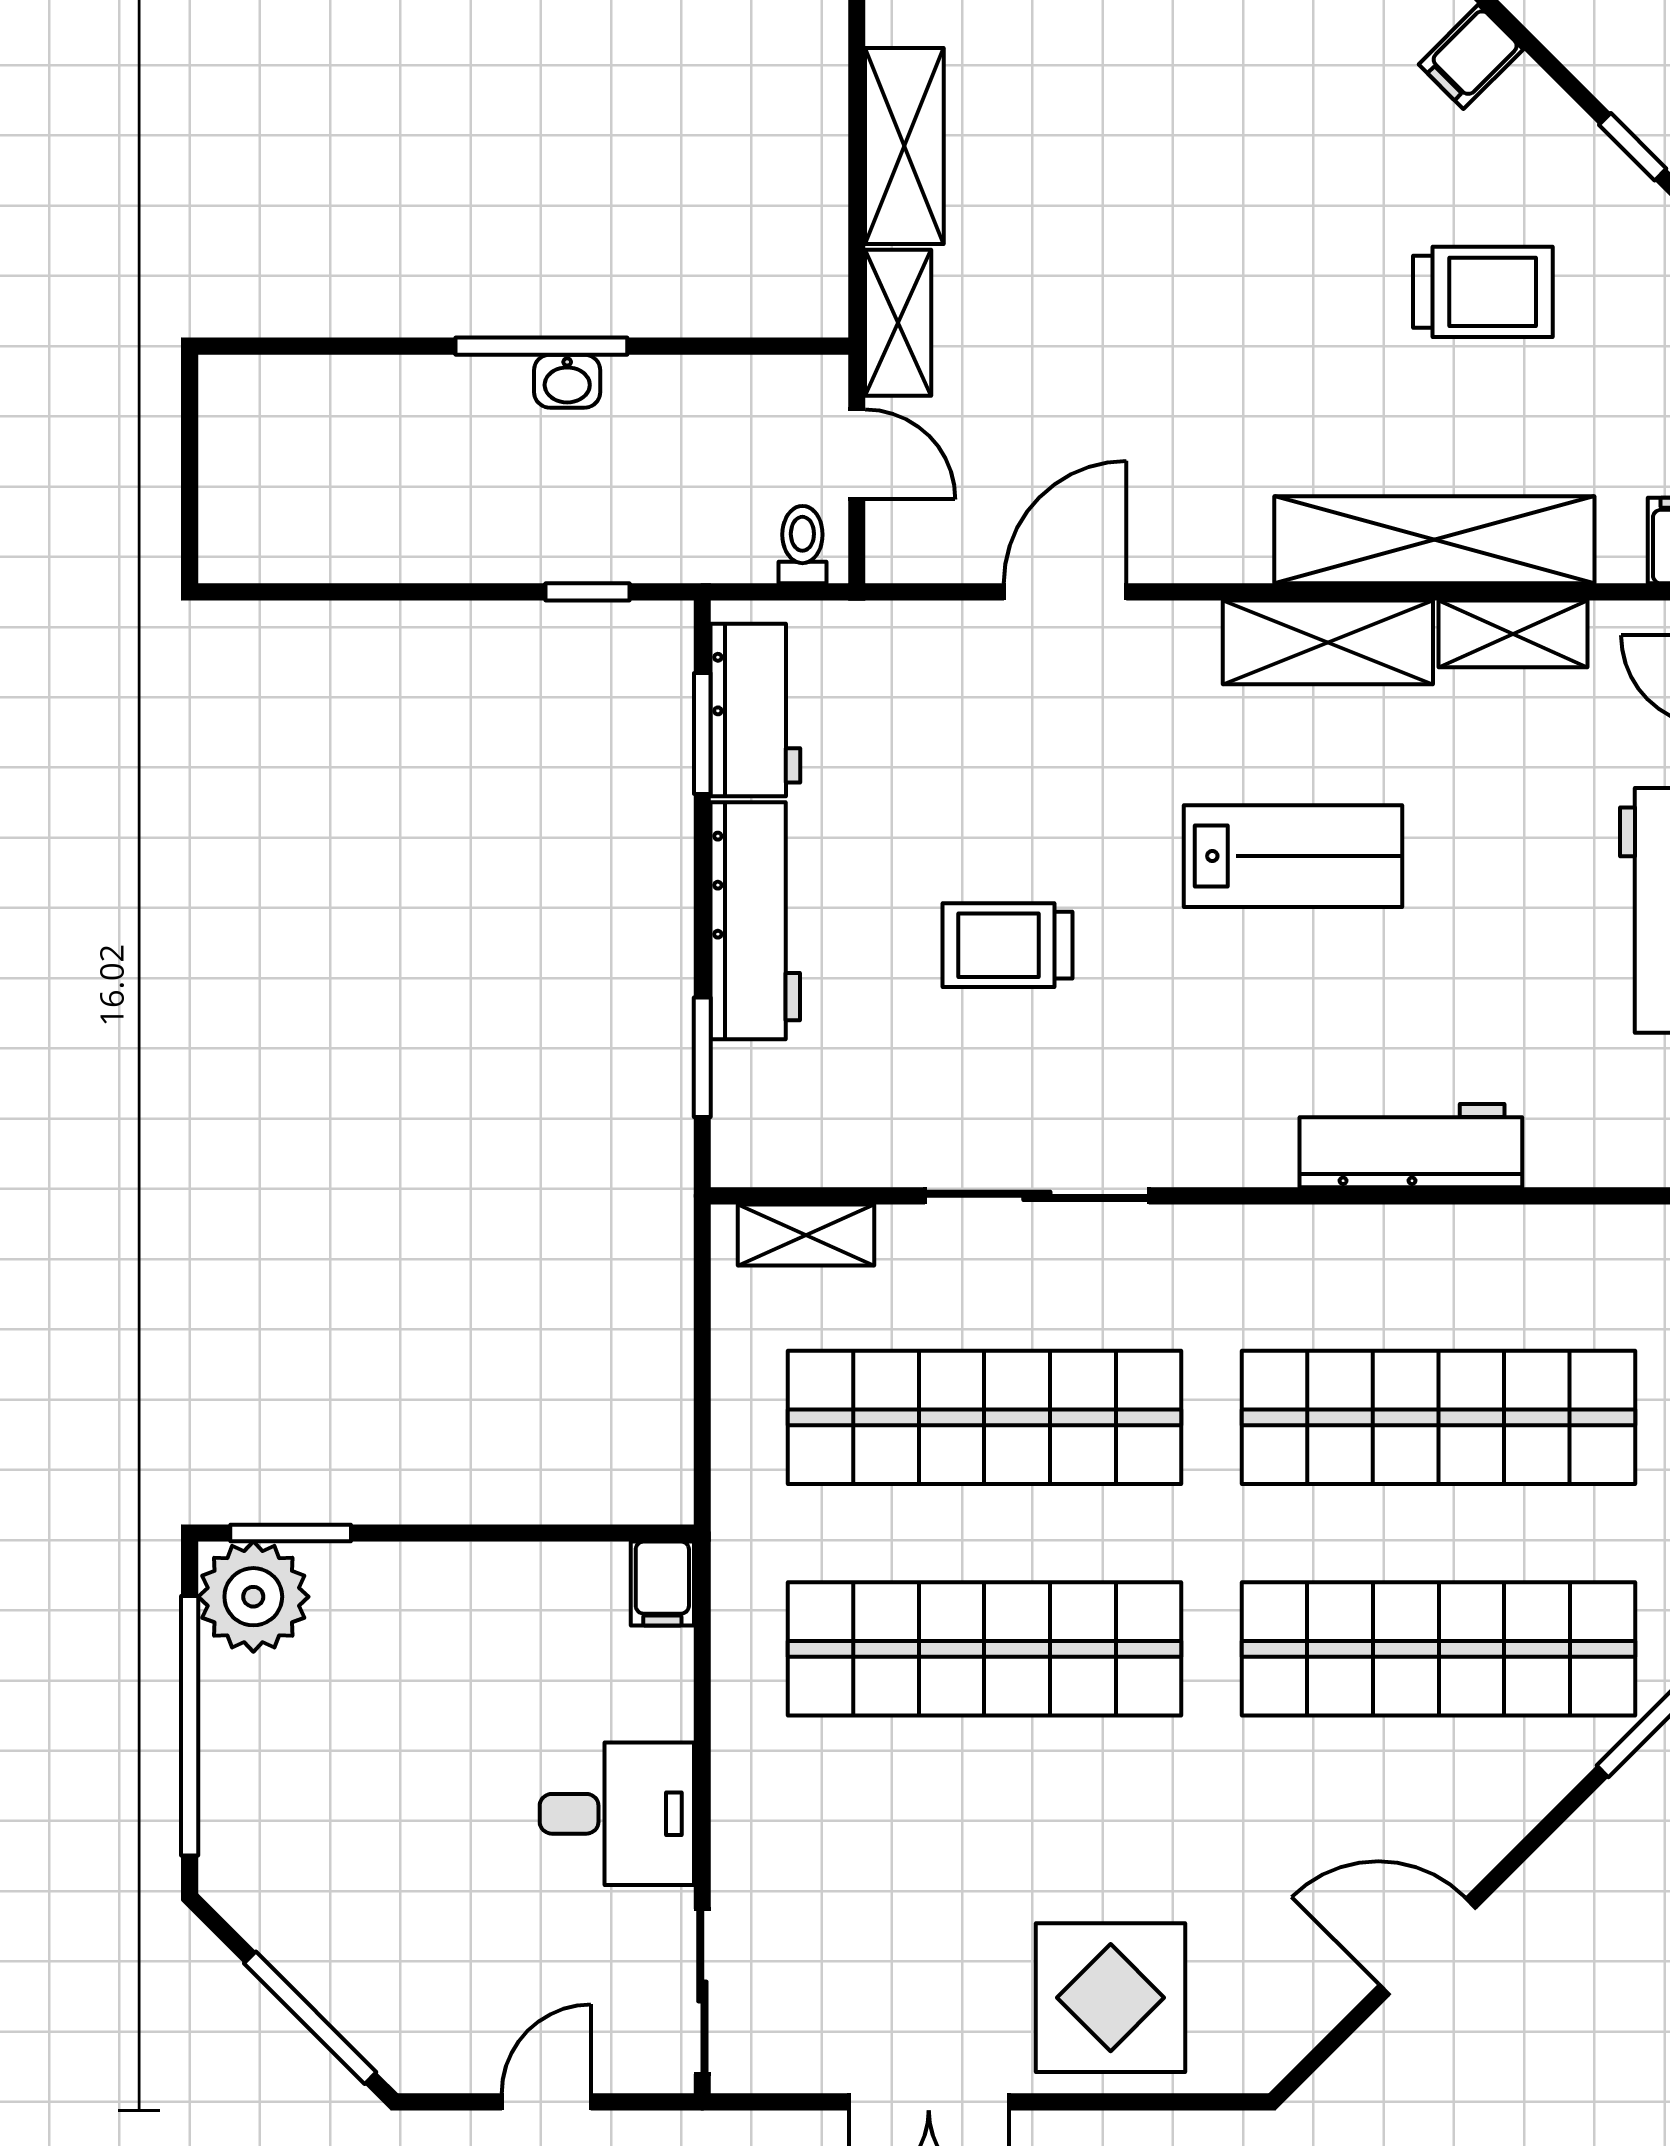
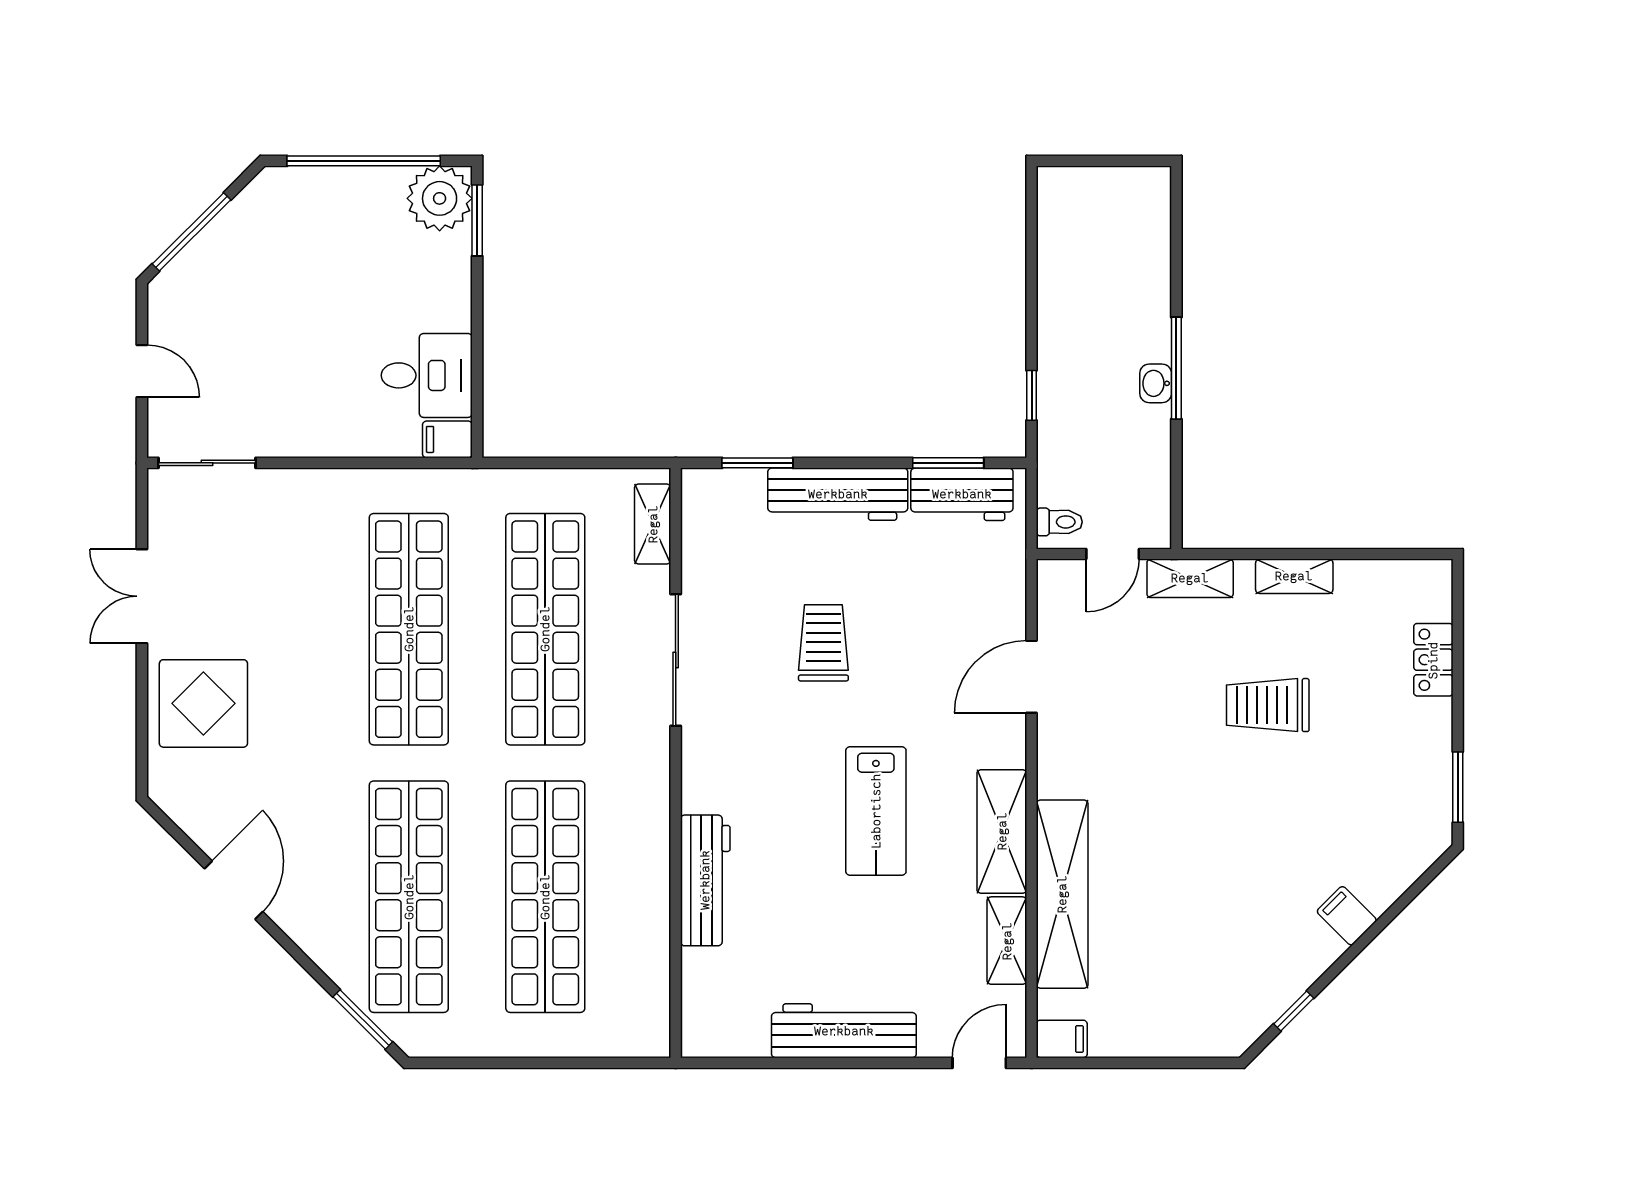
shelving: (904, 146) -> (1294, 576), width x0.67, depth x0.75
trolley: (1483, 292) -> (1268, 705), moved, turned 90
door: (1065, 592) -> (1032, 677), swing flipped
desk: (617, 1814) -> (427, 375), moved, turned -90

